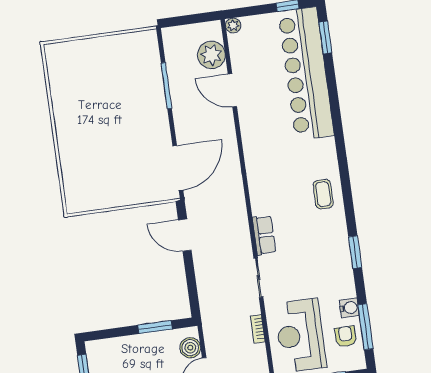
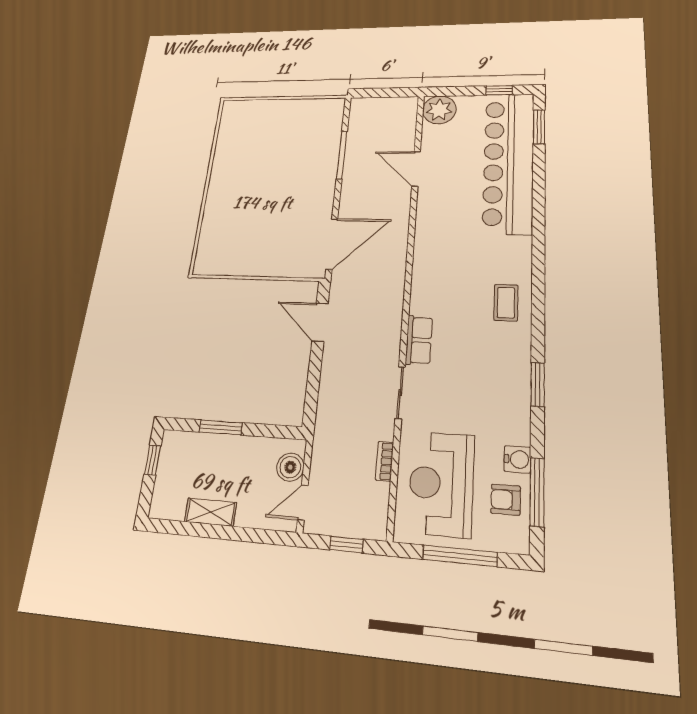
plant: (233, 26) -> (439, 110), width x1.87, depth x1.87
plant: (211, 55) -> (400, 130), removed
window: (155, 327) -> (221, 427), moved
armchair: (346, 336) -> (506, 500), turned -90

